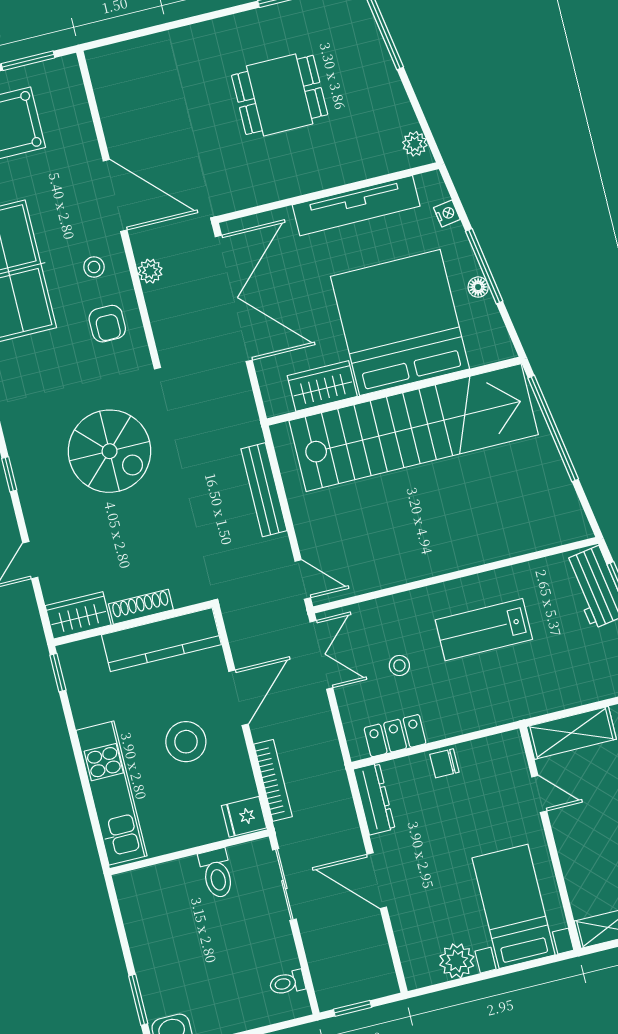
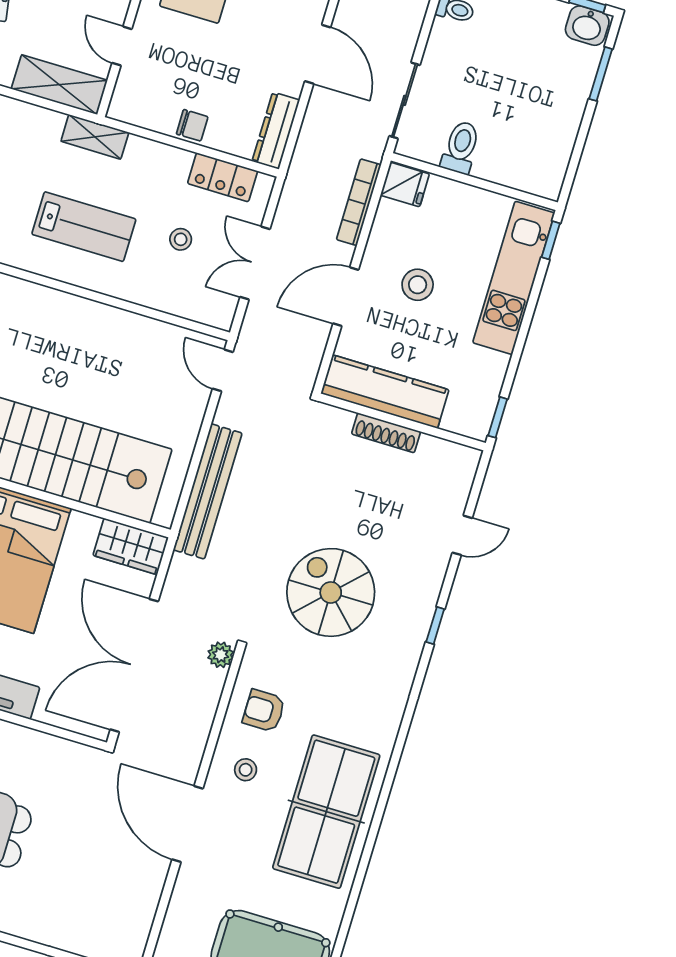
plant: (150, 271) -> (221, 655), moved
armchair: (107, 324) -> (264, 711), turned -90
wardrobe: (322, 386) -> (131, 546), moved
bench: (264, 490) -> (208, 491), width x1.37, depth x1.21
wardrobe: (78, 615) -> (448, 459), removed
double door: (321, 655) -> (255, 263), moved
shelving: (518, 707) -> (95, 137), added
stool: (186, 742) -> (418, 285), width x0.73, depth x0.73
window: (99, 841) -> (551, 240), added

